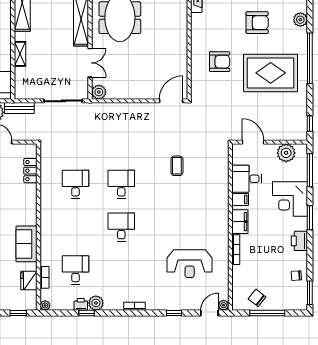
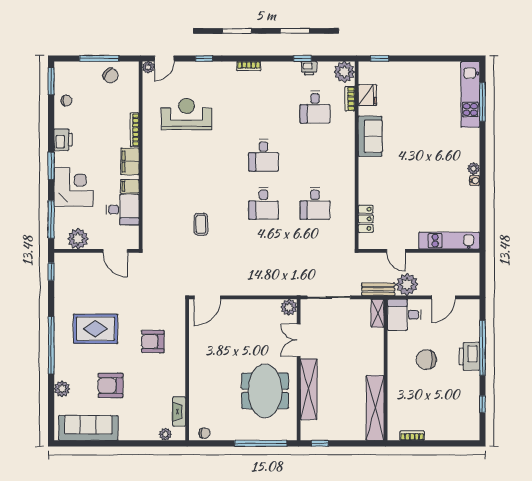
shelving: (20, 54) -> (378, 313), moved
rug: (271, 73) -> (95, 329), width x0.73, depth x0.69
plant: (96, 303) -> (292, 70), removed
plant: (45, 305) -> (344, 72), width x1.88, depth x1.88

